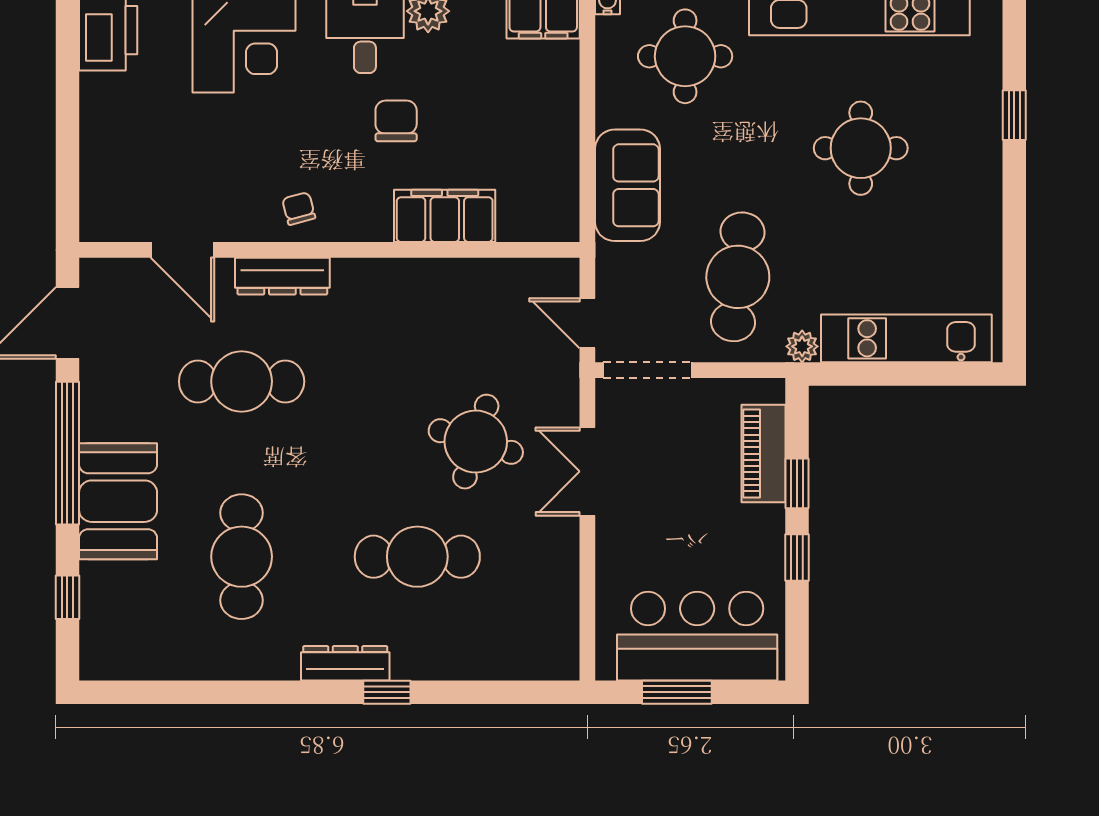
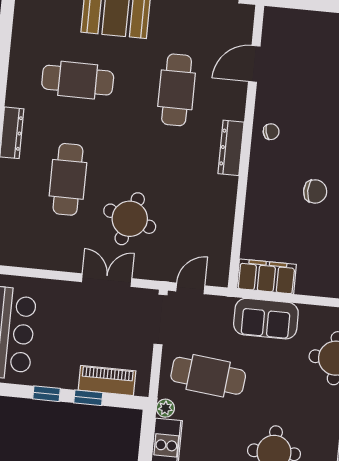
filing cabinet: (445, 216) -> (266, 276), moved, turned -90
dresser: (282, 276) -> (231, 148), moved

